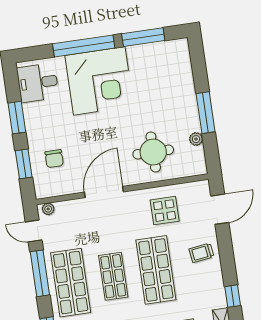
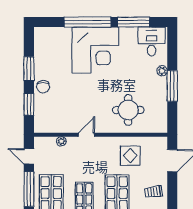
desk: (38, 83) -> (152, 42), moved, turned 90
plant: (196, 139) -> (162, 71), moved
chair: (54, 159) -> (43, 87), moved
door: (104, 192) -> (86, 135), width x0.53
plant: (48, 209) -> (61, 141), moved

